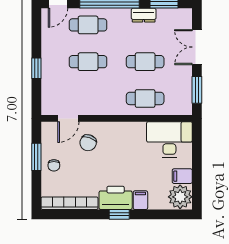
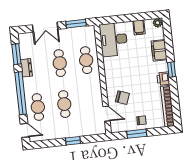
plant: (180, 197) -> (158, 23), width x0.53, depth x0.53
printer: (116, 198) -> (163, 79), width x0.53, depth x0.68
filing cabinet: (140, 200) -> (159, 50), width x2.00

